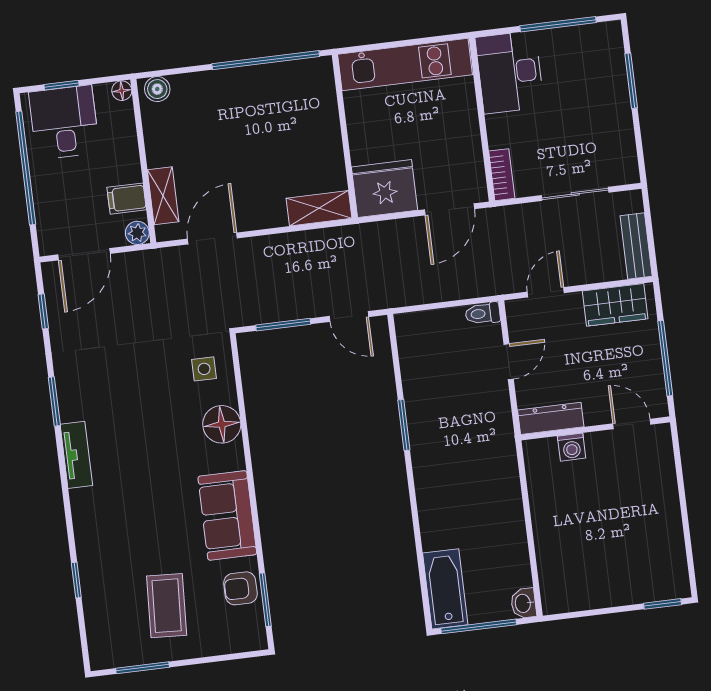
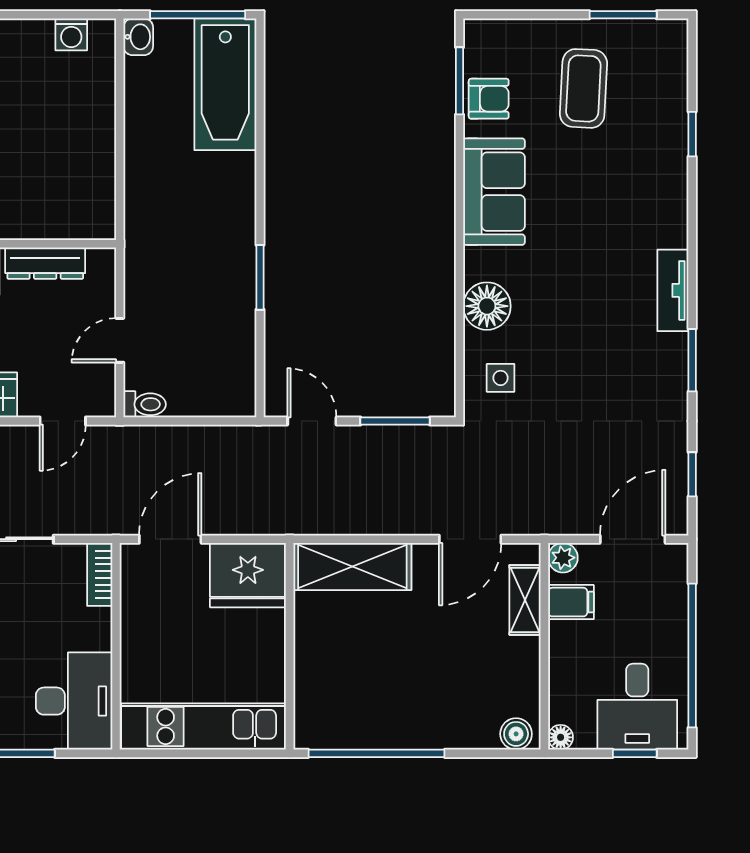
shelving: (319, 208) -> (352, 567), width x1.50, depth x1.33
dresser: (551, 418) -> (45, 263), moved
washing machine: (572, 447) -> (71, 34), moved, turned 180
bathtub: (445, 589) -> (225, 84), width x1.36, depth x1.36

